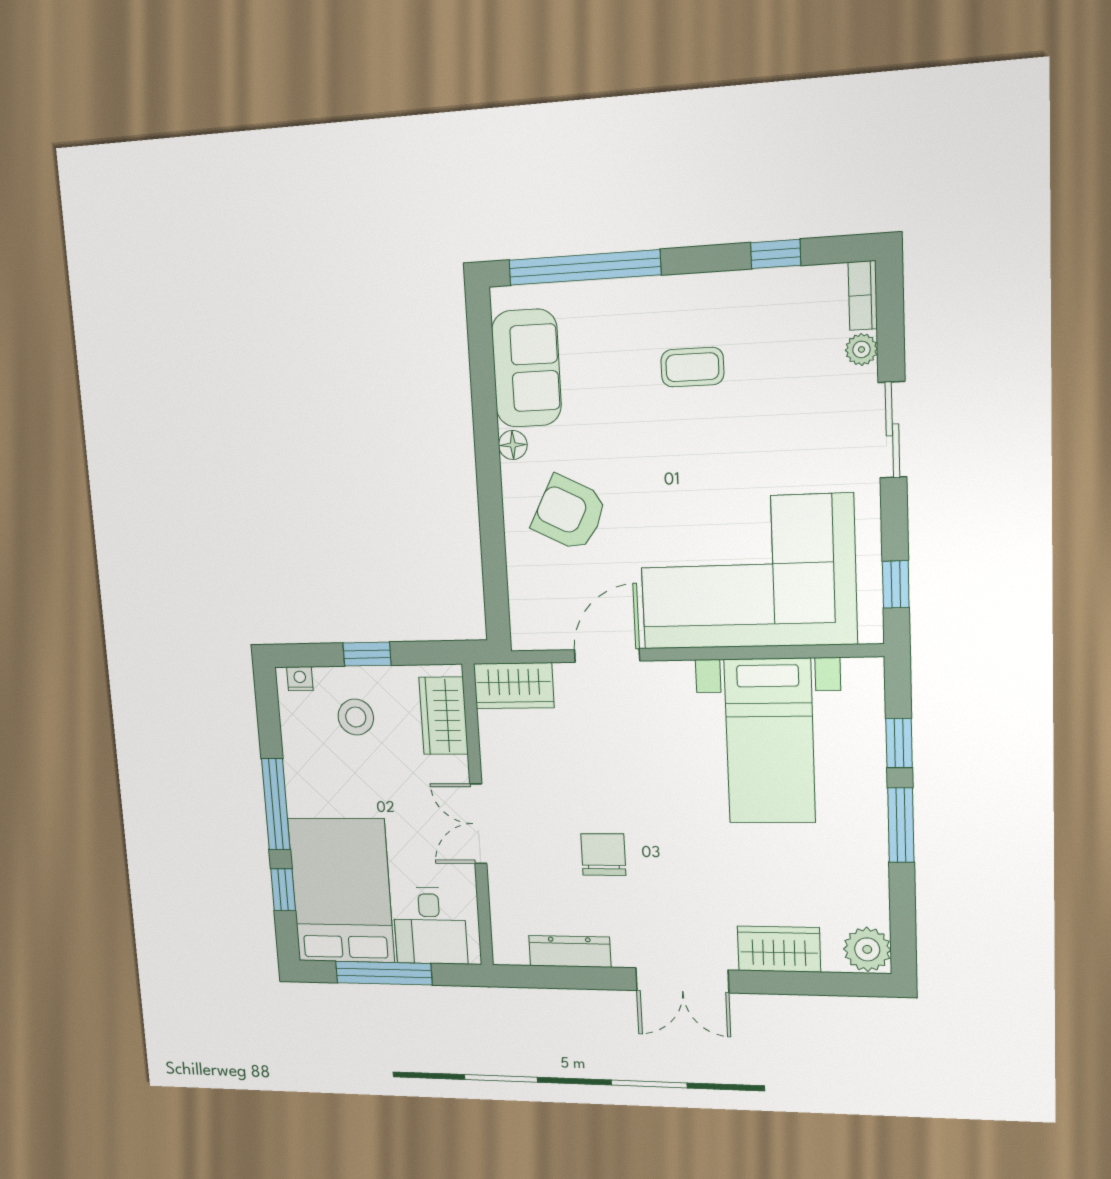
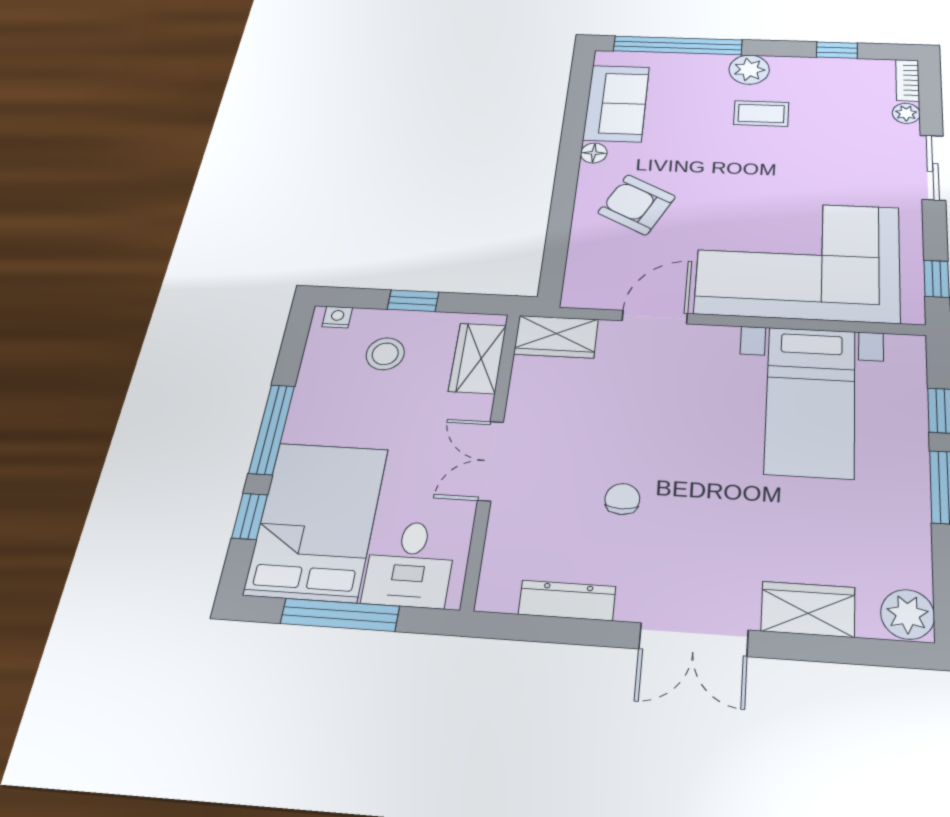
plant: (673, 298) -> (749, 70), added
chair: (603, 855) -> (622, 499), width x0.73, depth x0.73

